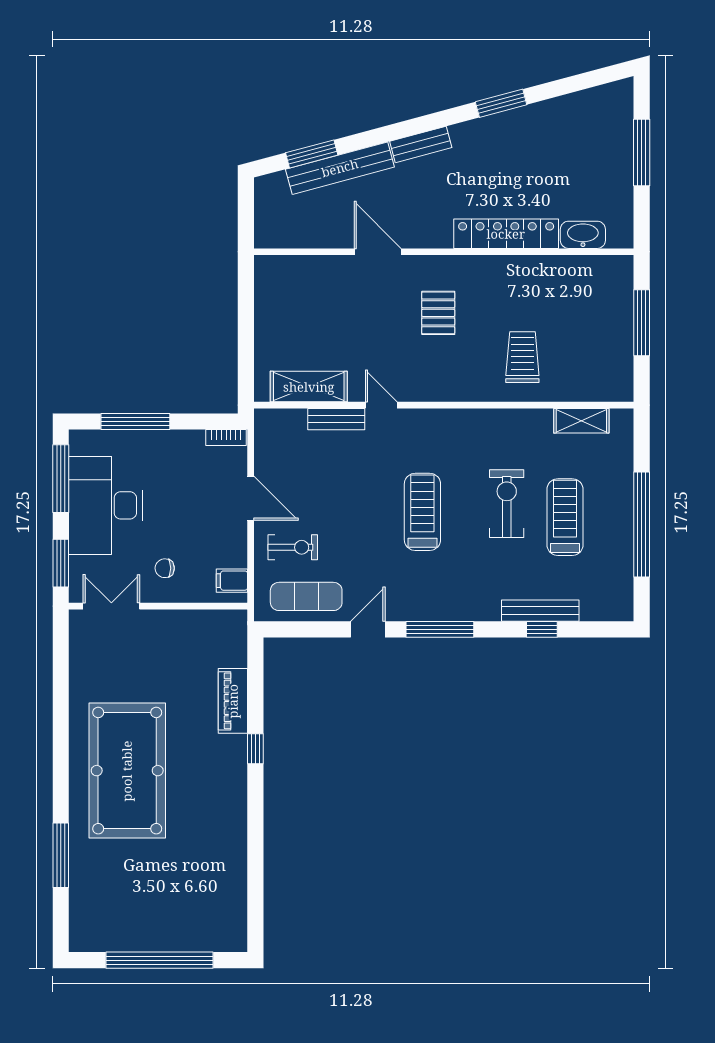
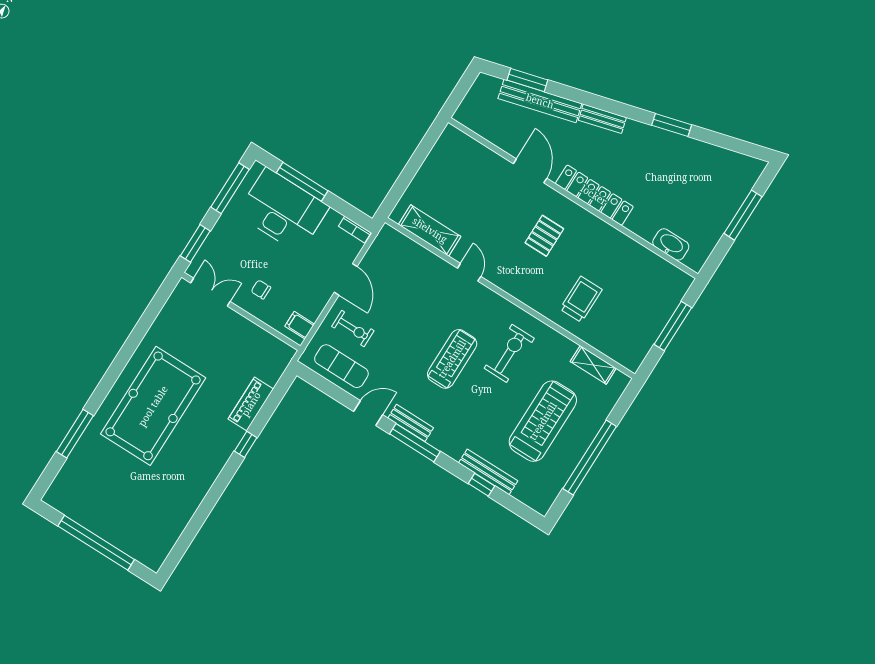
locker: (506, 234) -> (594, 195), moved
bench: (336, 419) -> (411, 423), moved
exercise bike: (507, 504) -> (509, 353), moved
desk: (105, 505) -> (283, 210), moved, turned 90
treadmill: (565, 517) -> (543, 421), width x1.37, depth x1.38

